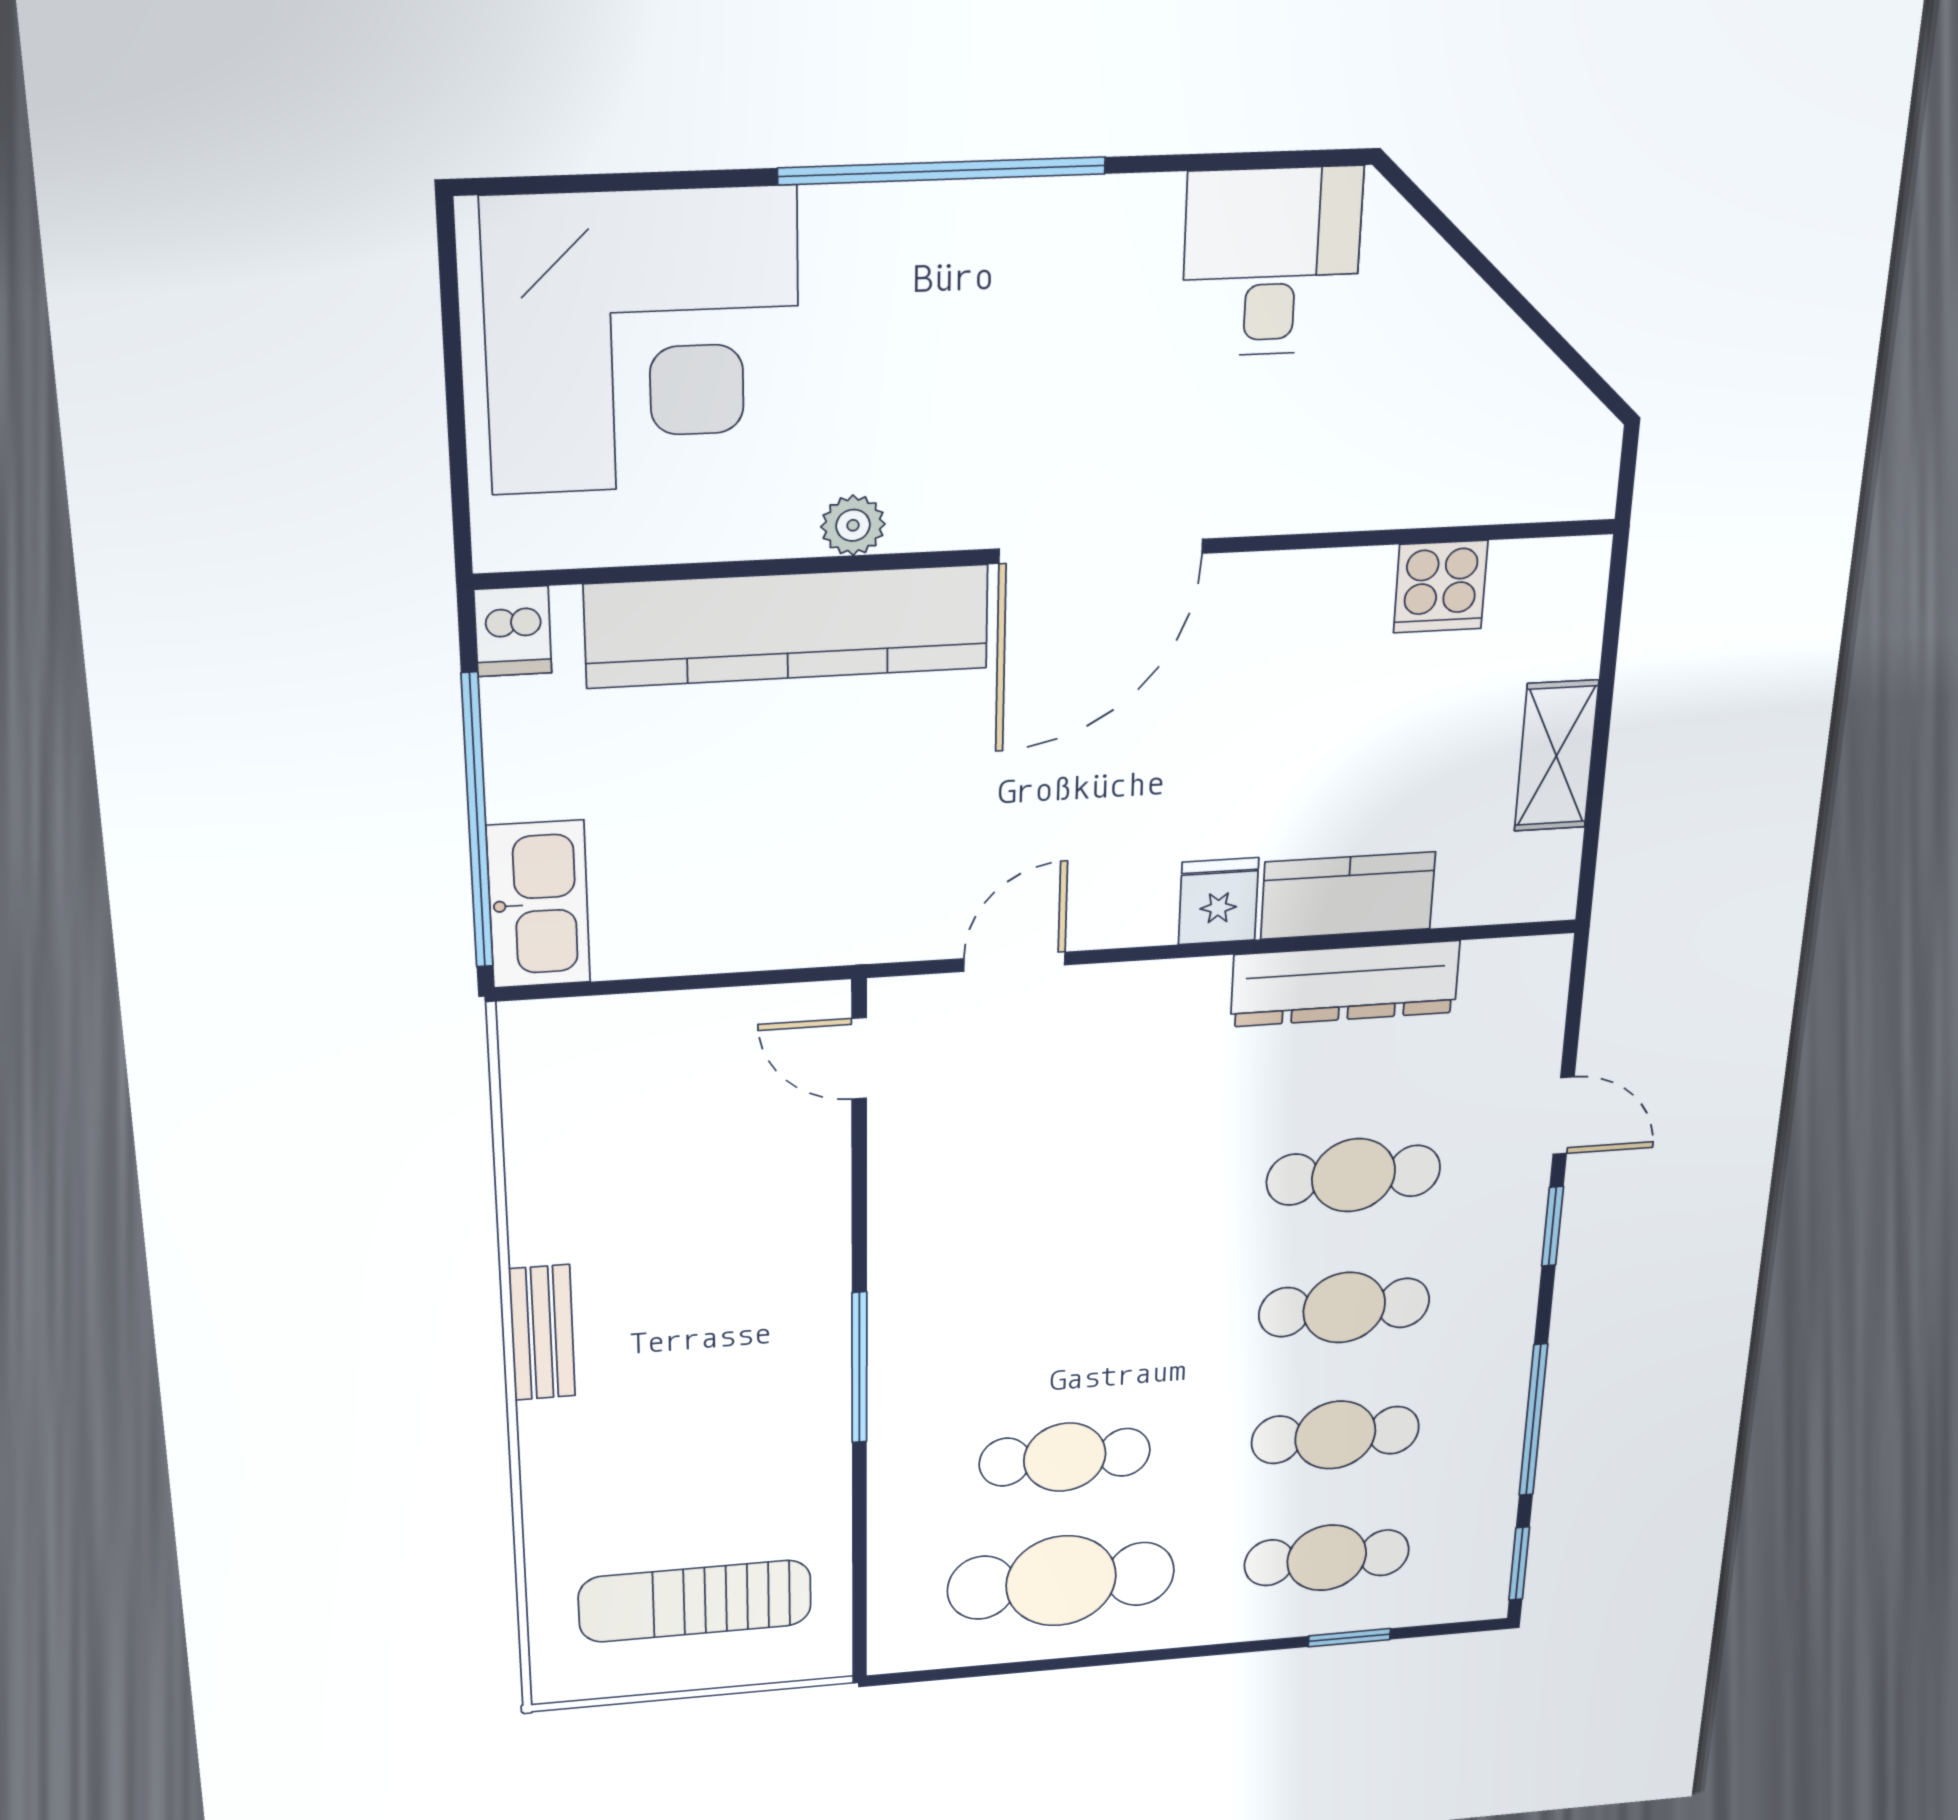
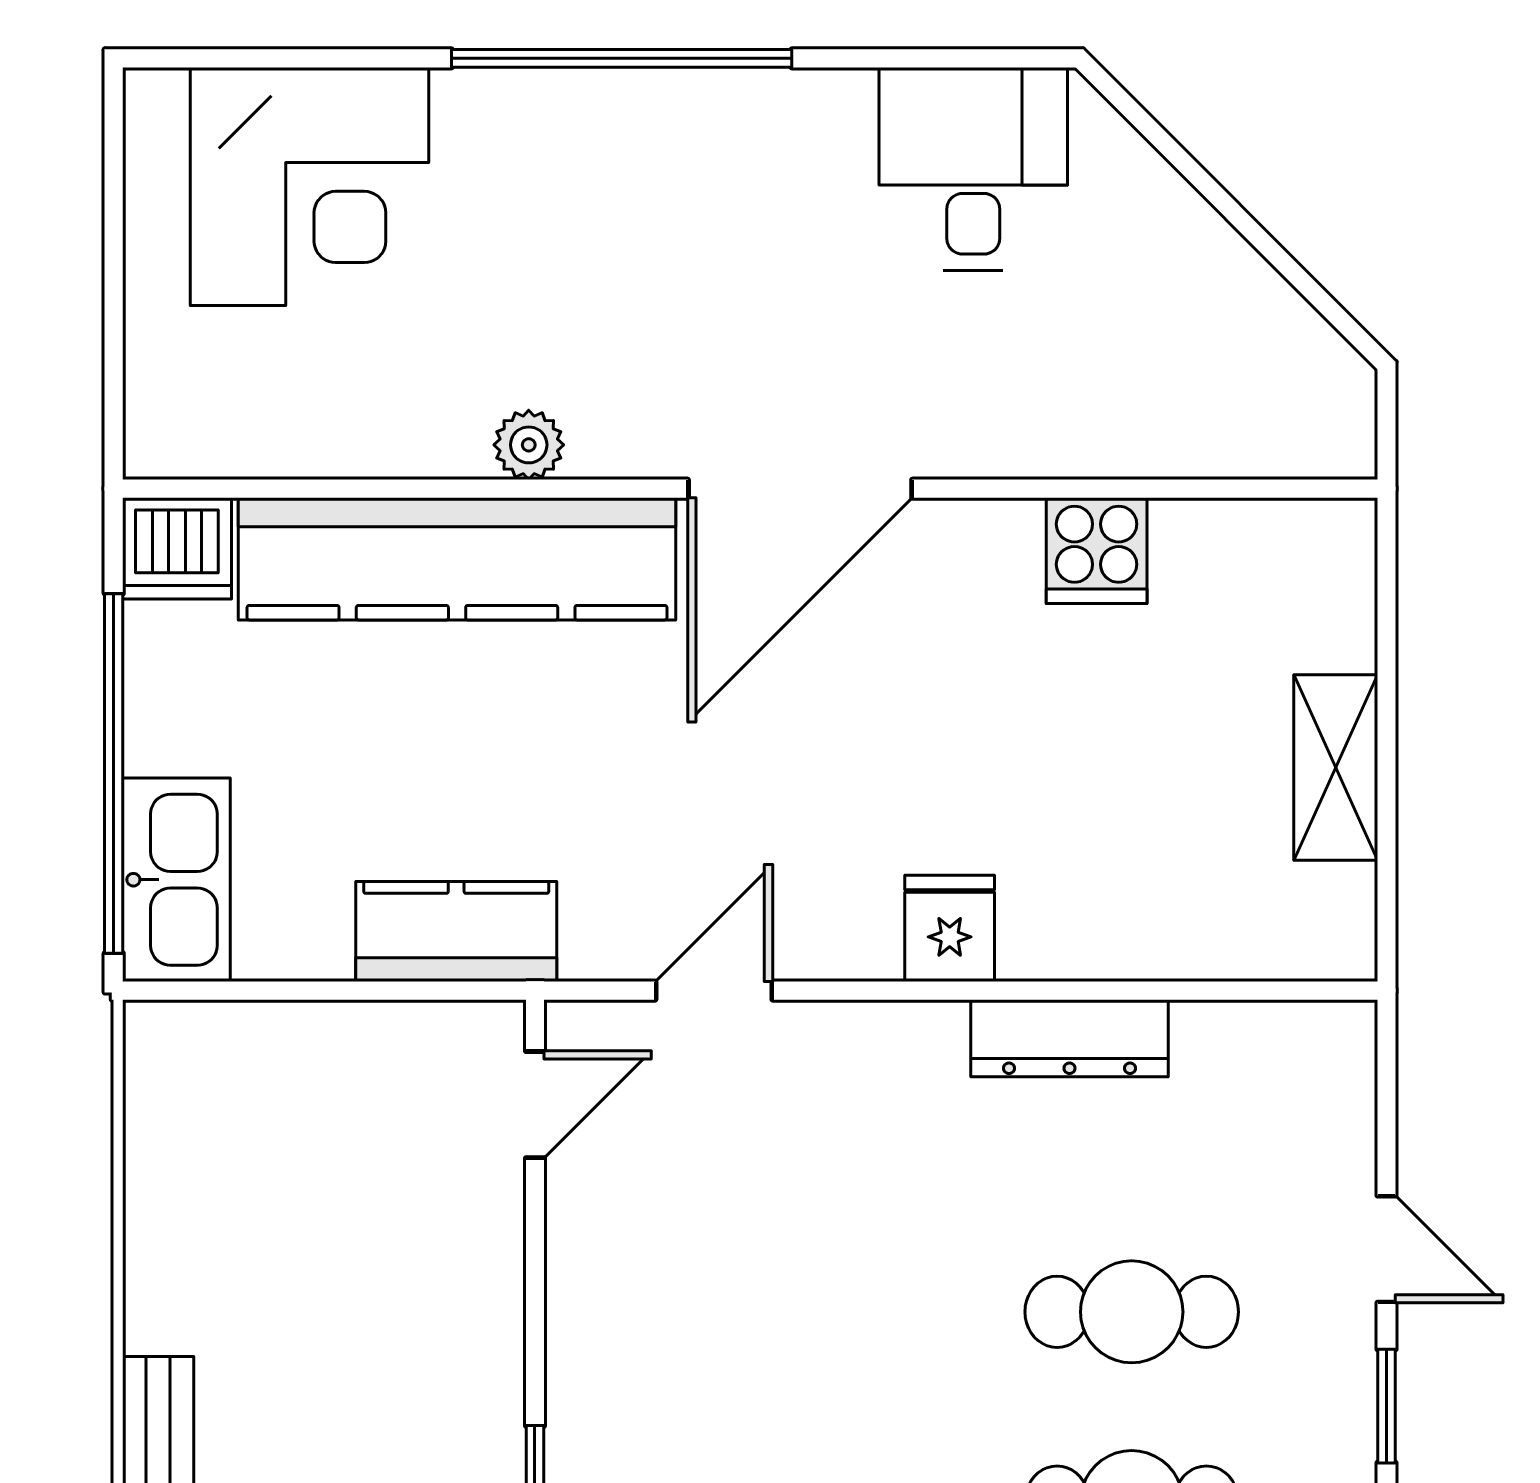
corner desk: (643, 342) -> (309, 186), width x0.74, depth x0.74
cooker: (1441, 587) -> (1097, 551), moved
dishwasher: (513, 631) -> (177, 548), width x1.38
kitchen counter: (1348, 896) -> (456, 931), moved
dresser: (1345, 984) -> (1070, 1038), width x0.73, depth x0.80
door: (859, 1058) -> (535, 1105), swing flipped

